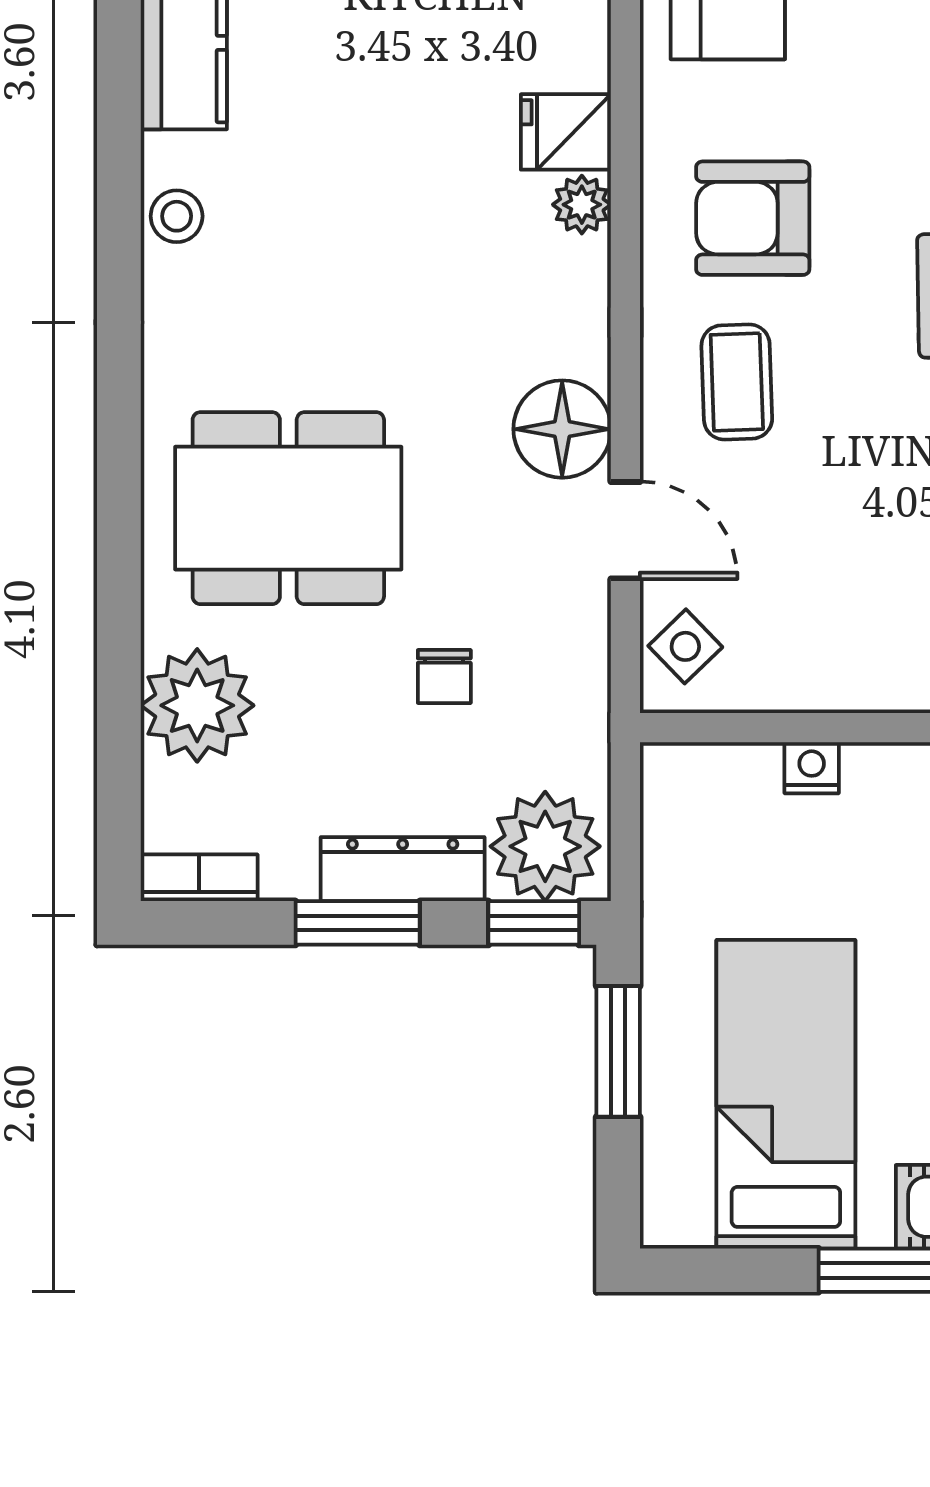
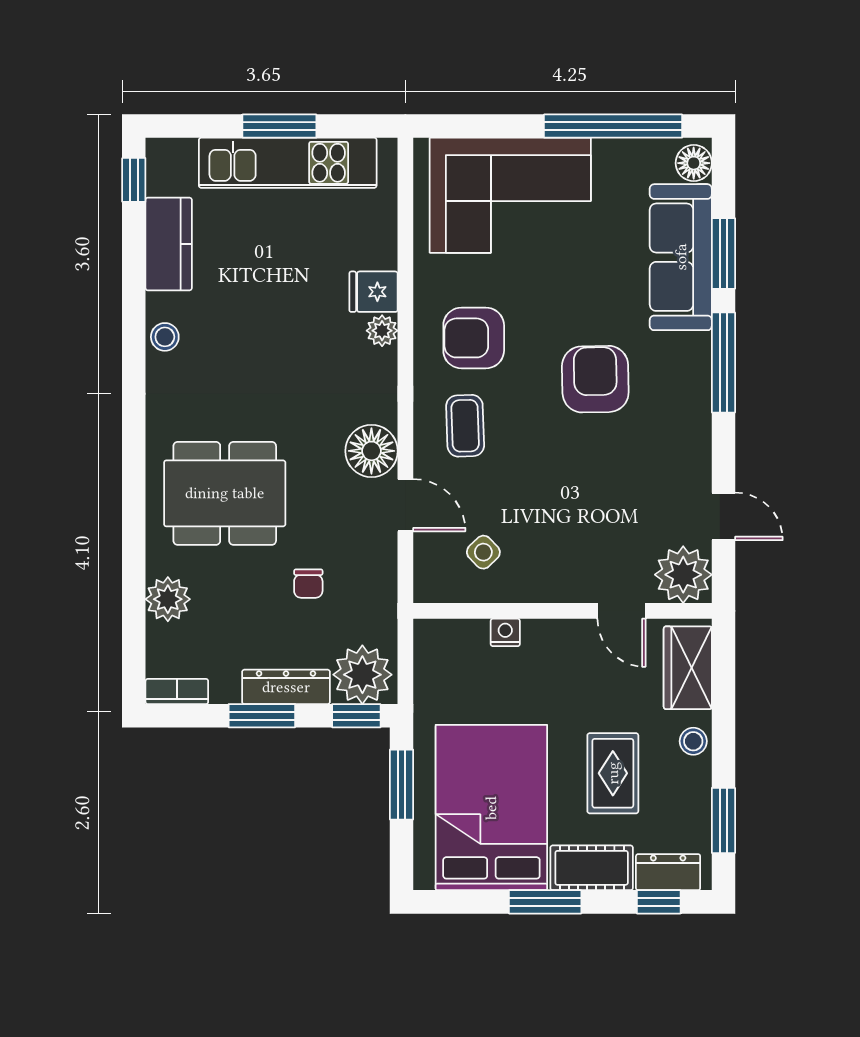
side table: (685, 646) -> (483, 552), moved
plant: (197, 705) -> (168, 599), width x0.73, depth x0.73
bed: (786, 1094) -> (491, 808), width x1.50

